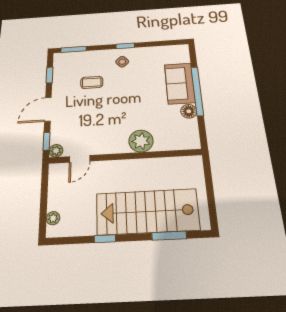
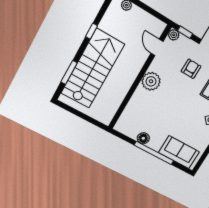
sofa: (180, 83) -> (179, 152), moved
armchair: (81, 112) -> (191, 69), added
plant: (141, 141) -> (151, 81), moved

